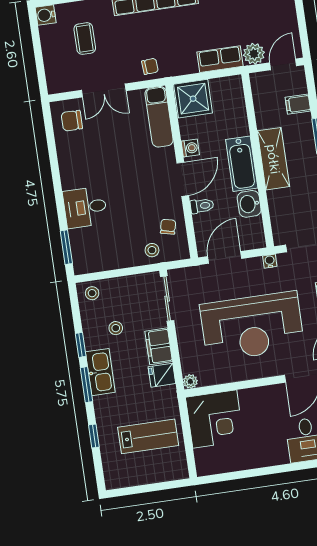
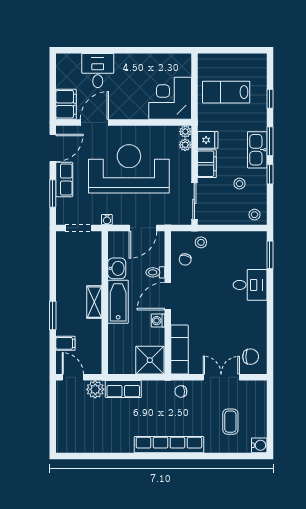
door: (283, 64) -> (73, 377), swing flipped
shelving: (273, 159) -> (94, 302), width x0.67, depth x0.75
plant: (188, 365) -> (185, 145), added

